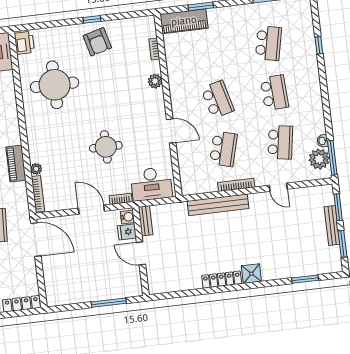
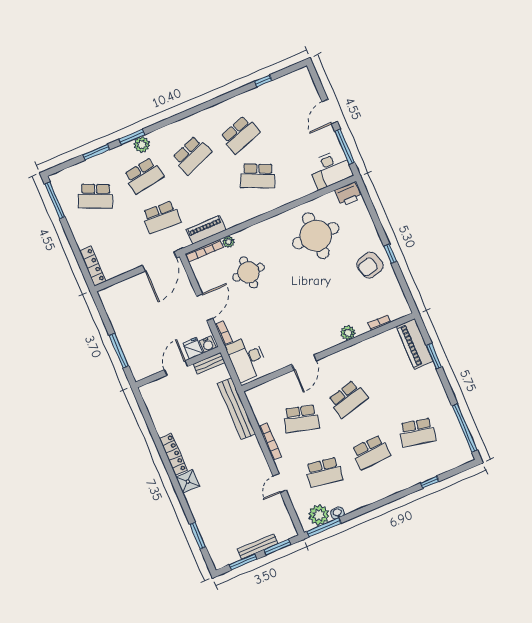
round table: (106, 147) -> (249, 272), moved
piano: (16, 164) -> (206, 230), moved
bench: (218, 205) -> (237, 409), moved

